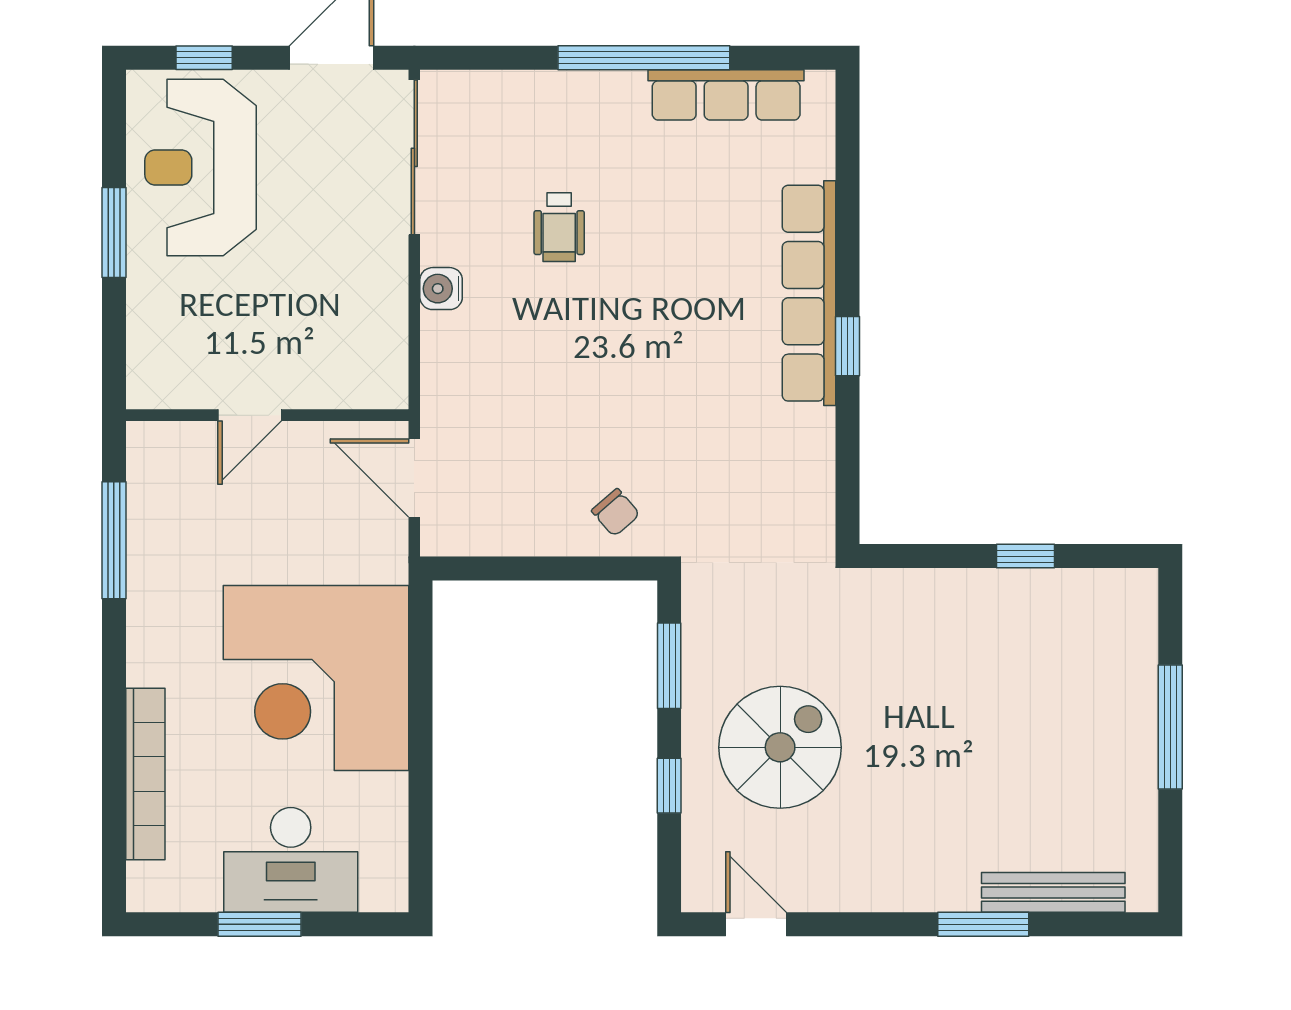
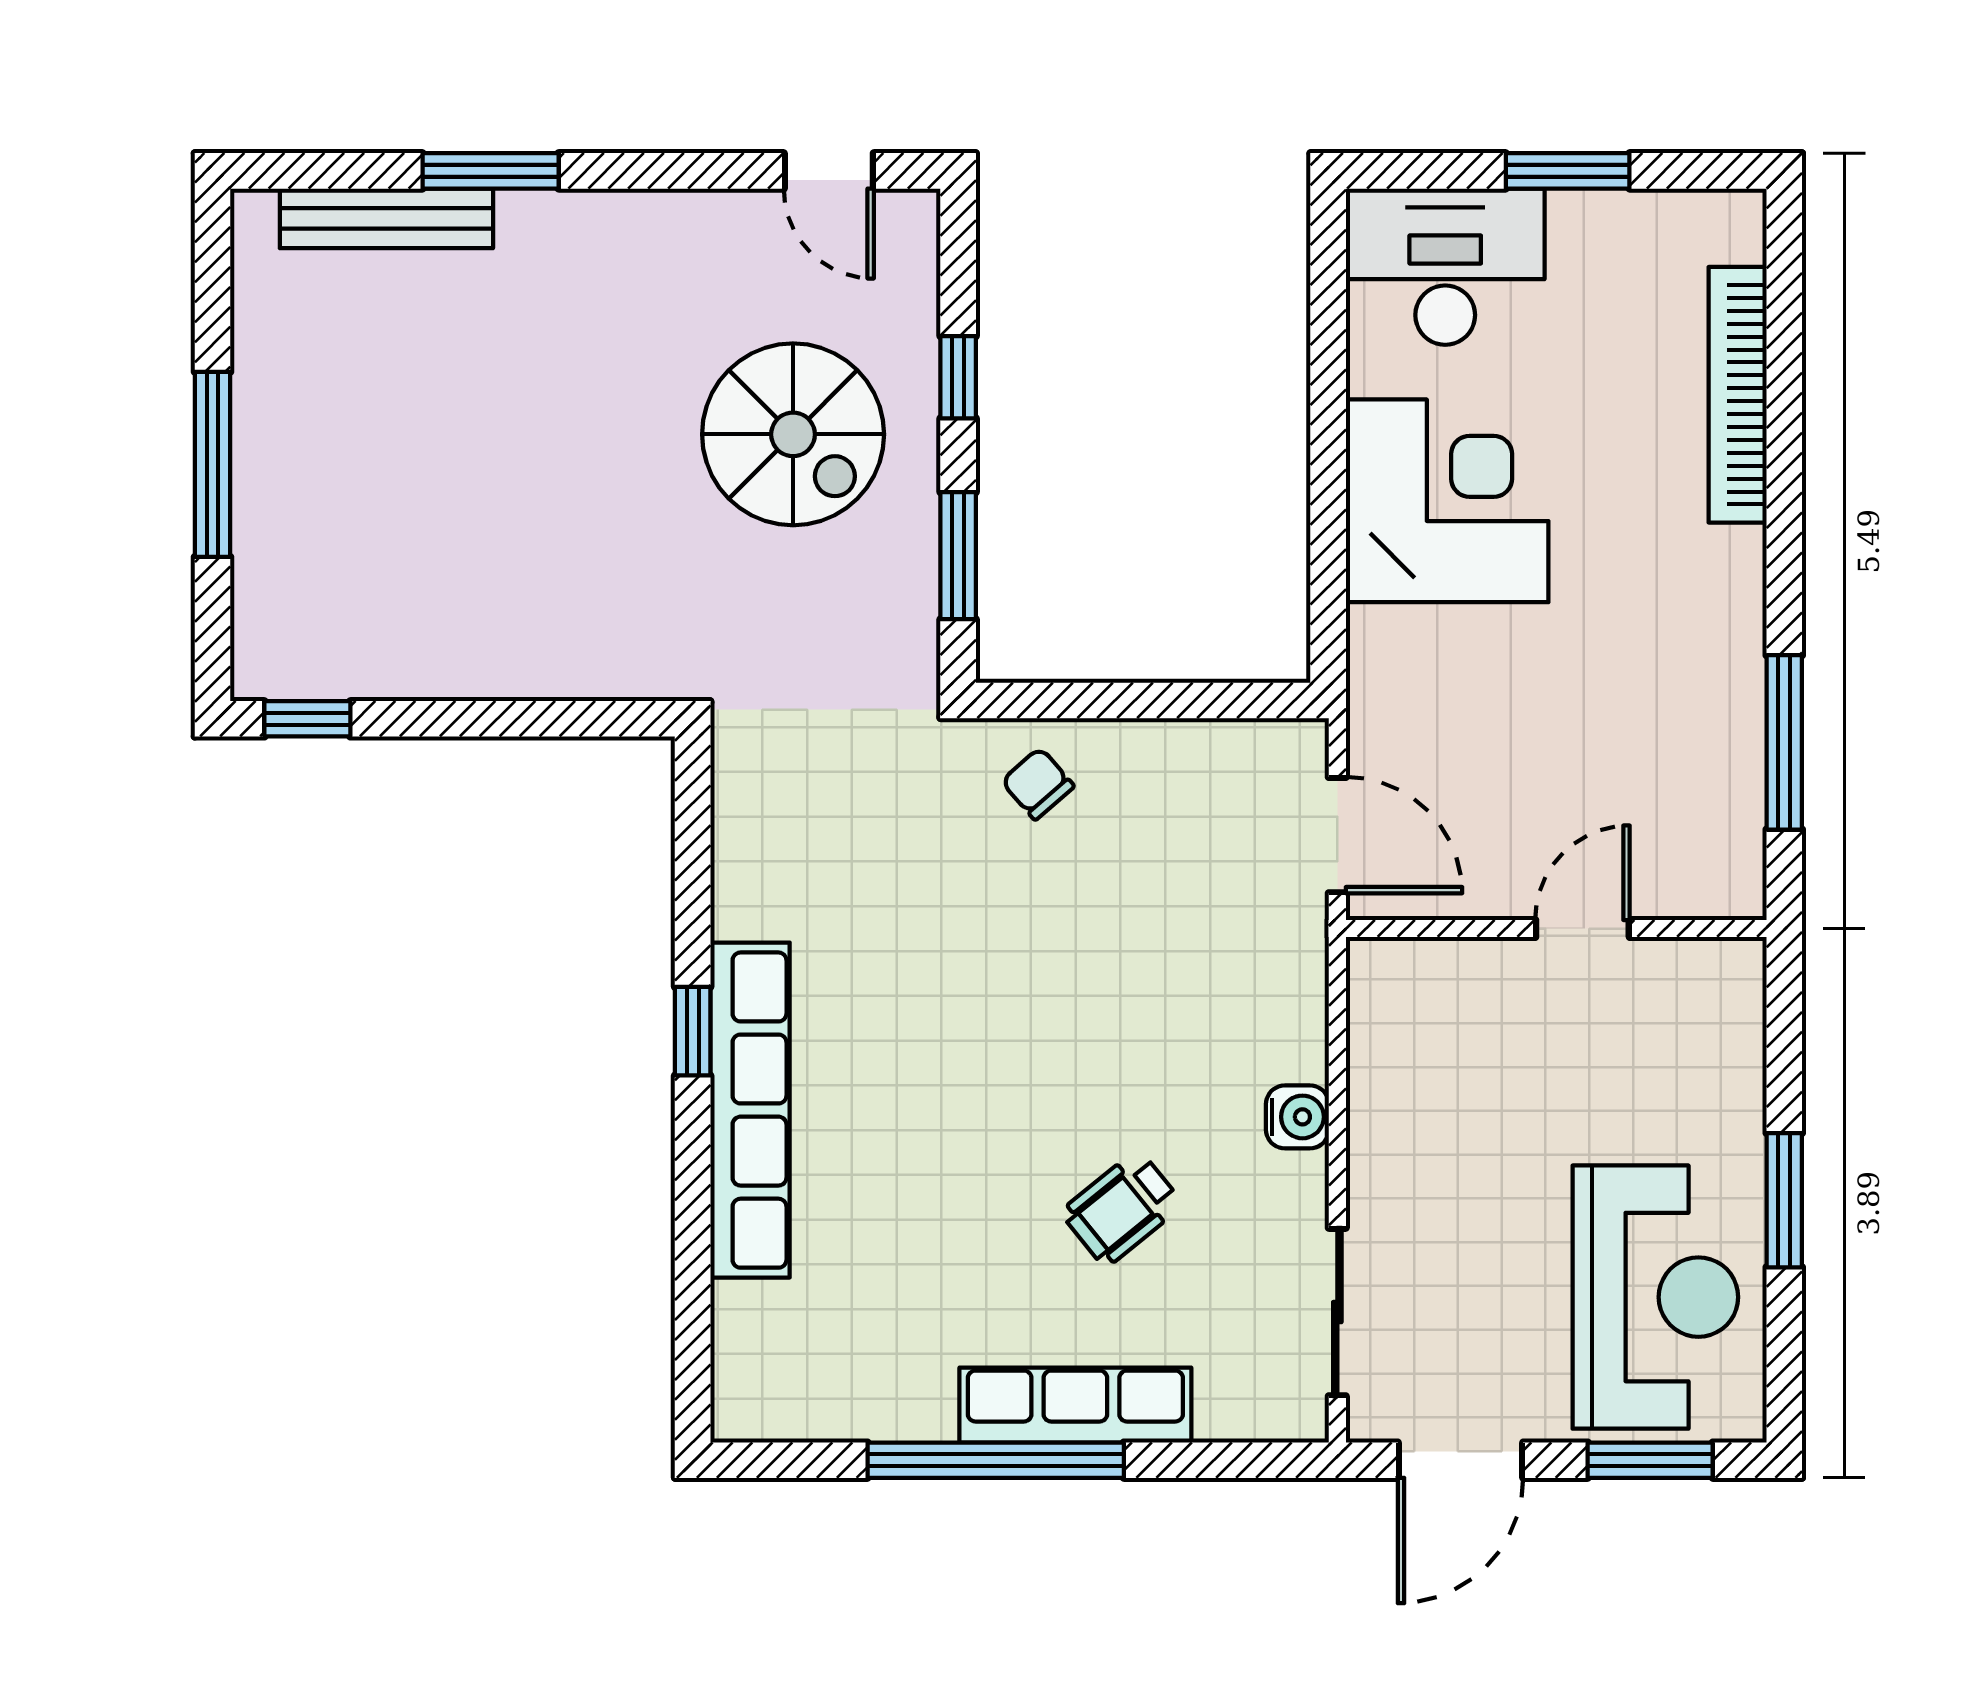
window: (204, 58) -> (1650, 1460), width x1.50
row of seats: (726, 95) -> (1075, 1405), moved
sliding door: (414, 157) -> (1337, 1312), width x0.73
wheelchair: (559, 227) -> (1122, 1208), turned -129
window: (1026, 556) -> (307, 719), moved
corner desk: (316, 678) -> (1447, 501), width x0.74, depth x0.74
spiral stairs: (780, 747) -> (793, 434), turned -90
desk: (291, 860) -> (1445, 267), moved

